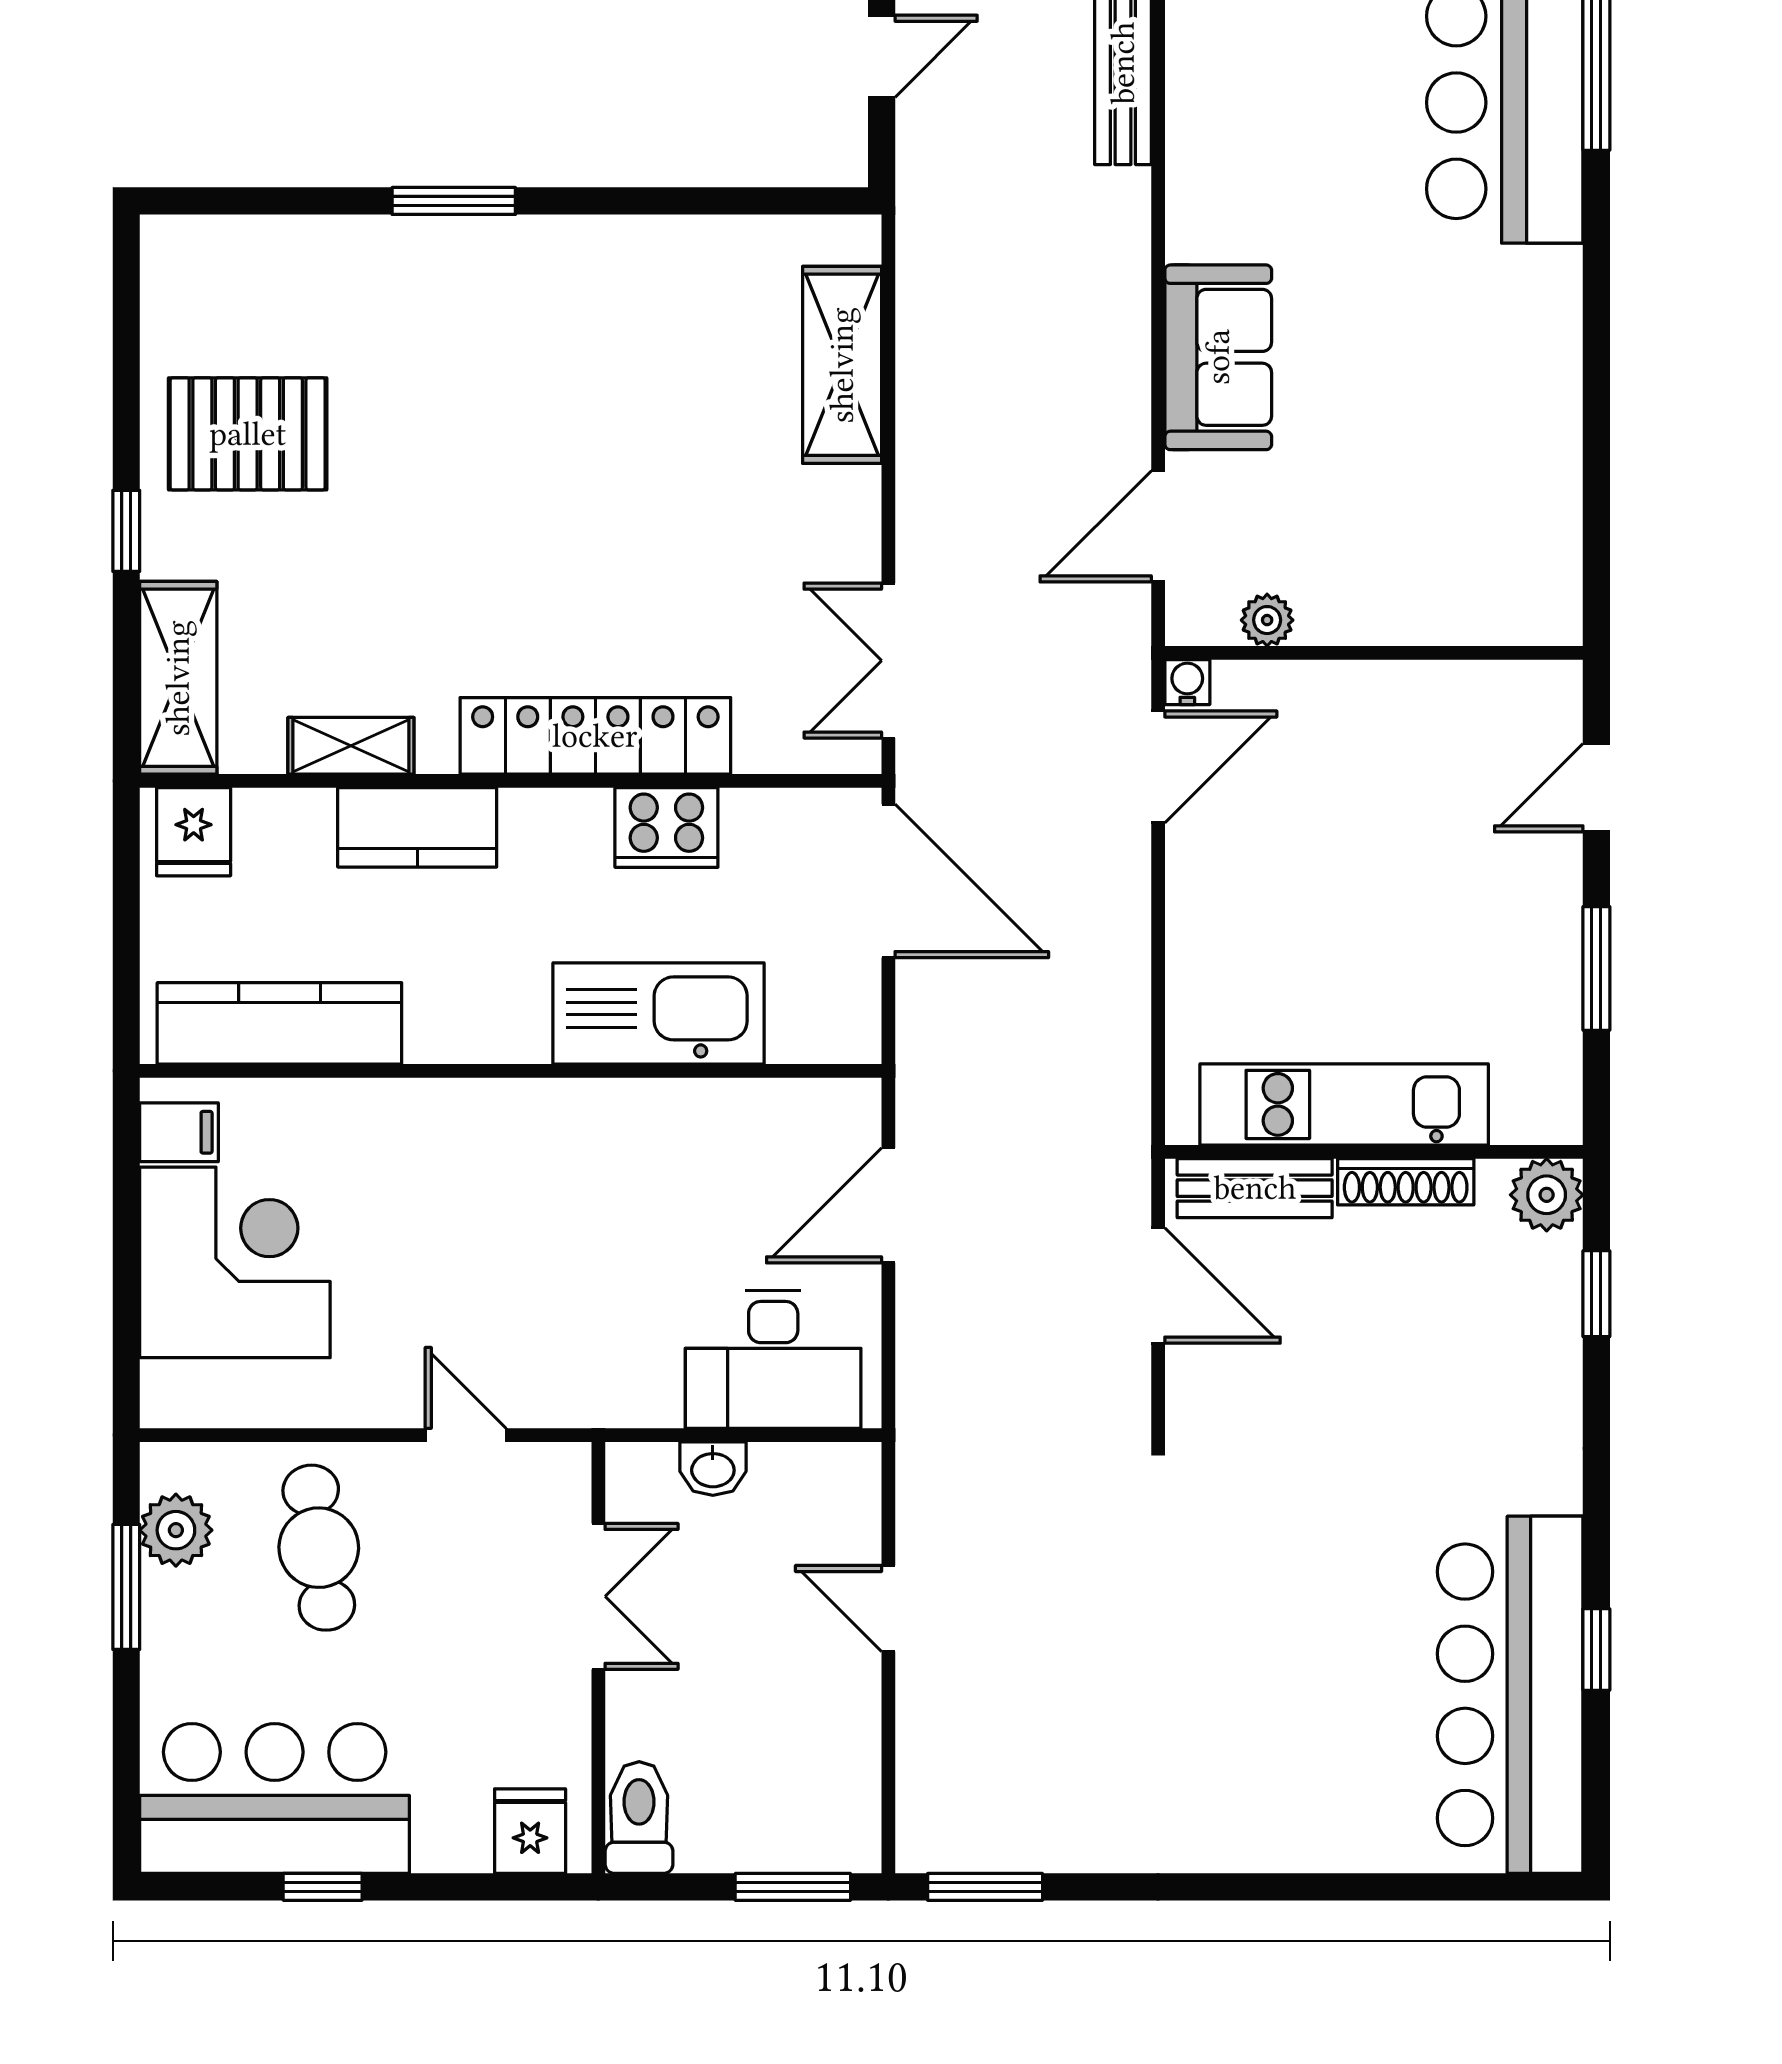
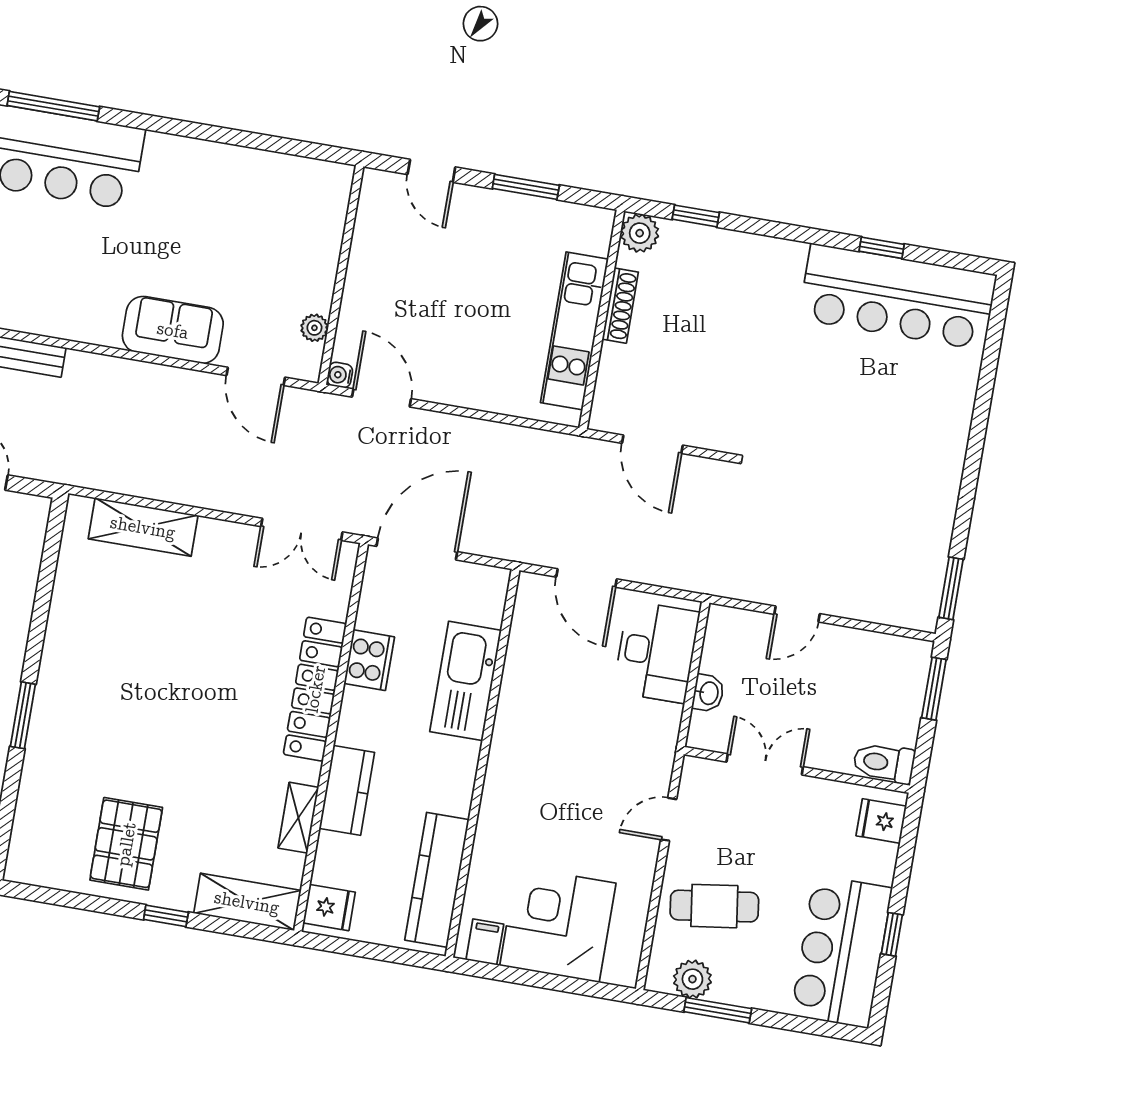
bench: (1255, 1188) -> (610, 385), removed
door: (1158, 1285) -> (652, 444), swing flipped

